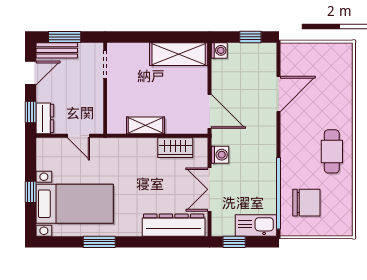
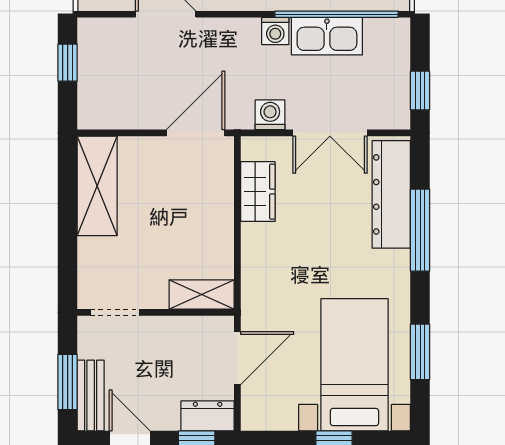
washing machine: (219, 50) -> (275, 31), moved, turned 180
shelving: (145, 125) -> (202, 294), moved, turned 90
door: (79, 136) -> (237, 358), width x1.38
kitchen sink: (256, 225) -> (327, 36), moved, turned -90
window: (99, 242) -> (420, 352), moved
window: (153, 242) -> (420, 230), added

